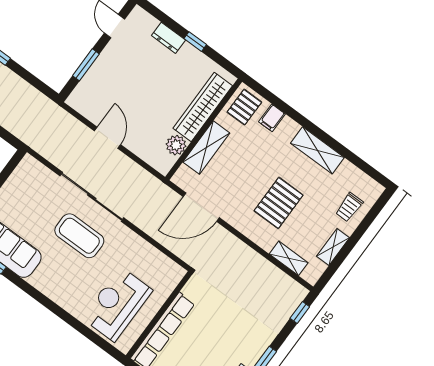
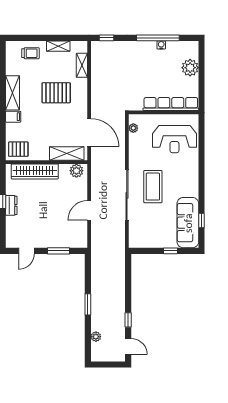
dresser: (168, 38) -> (11, 205), moved
filing cabinet: (272, 118) -> (13, 117), moved
plant: (176, 145) -> (76, 171), moved
shelving: (206, 147) -> (67, 153), moved
plant: (167, 264) -> (133, 128), added

